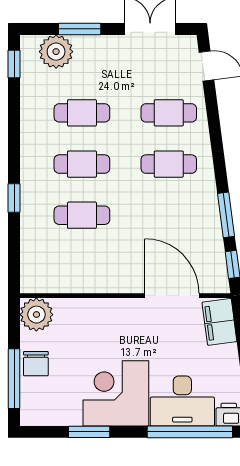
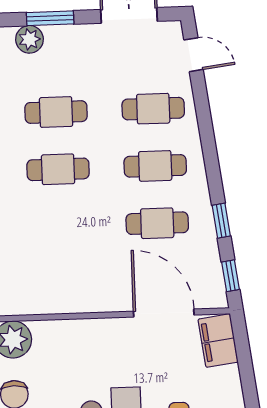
plant: (56, 52) -> (29, 39), width x0.73, depth x0.73
cafe table: (82, 215) -> (157, 223), moved
window: (226, 215) -> (221, 221), width x0.67

